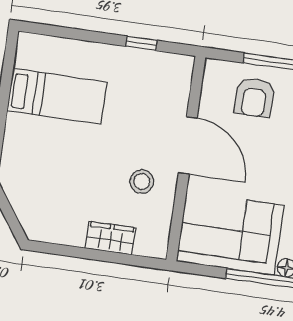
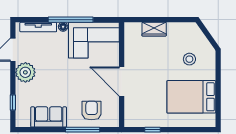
bed: (57, 96) -> (191, 97), width x1.50
stool: (142, 182) -> (189, 59), moved

